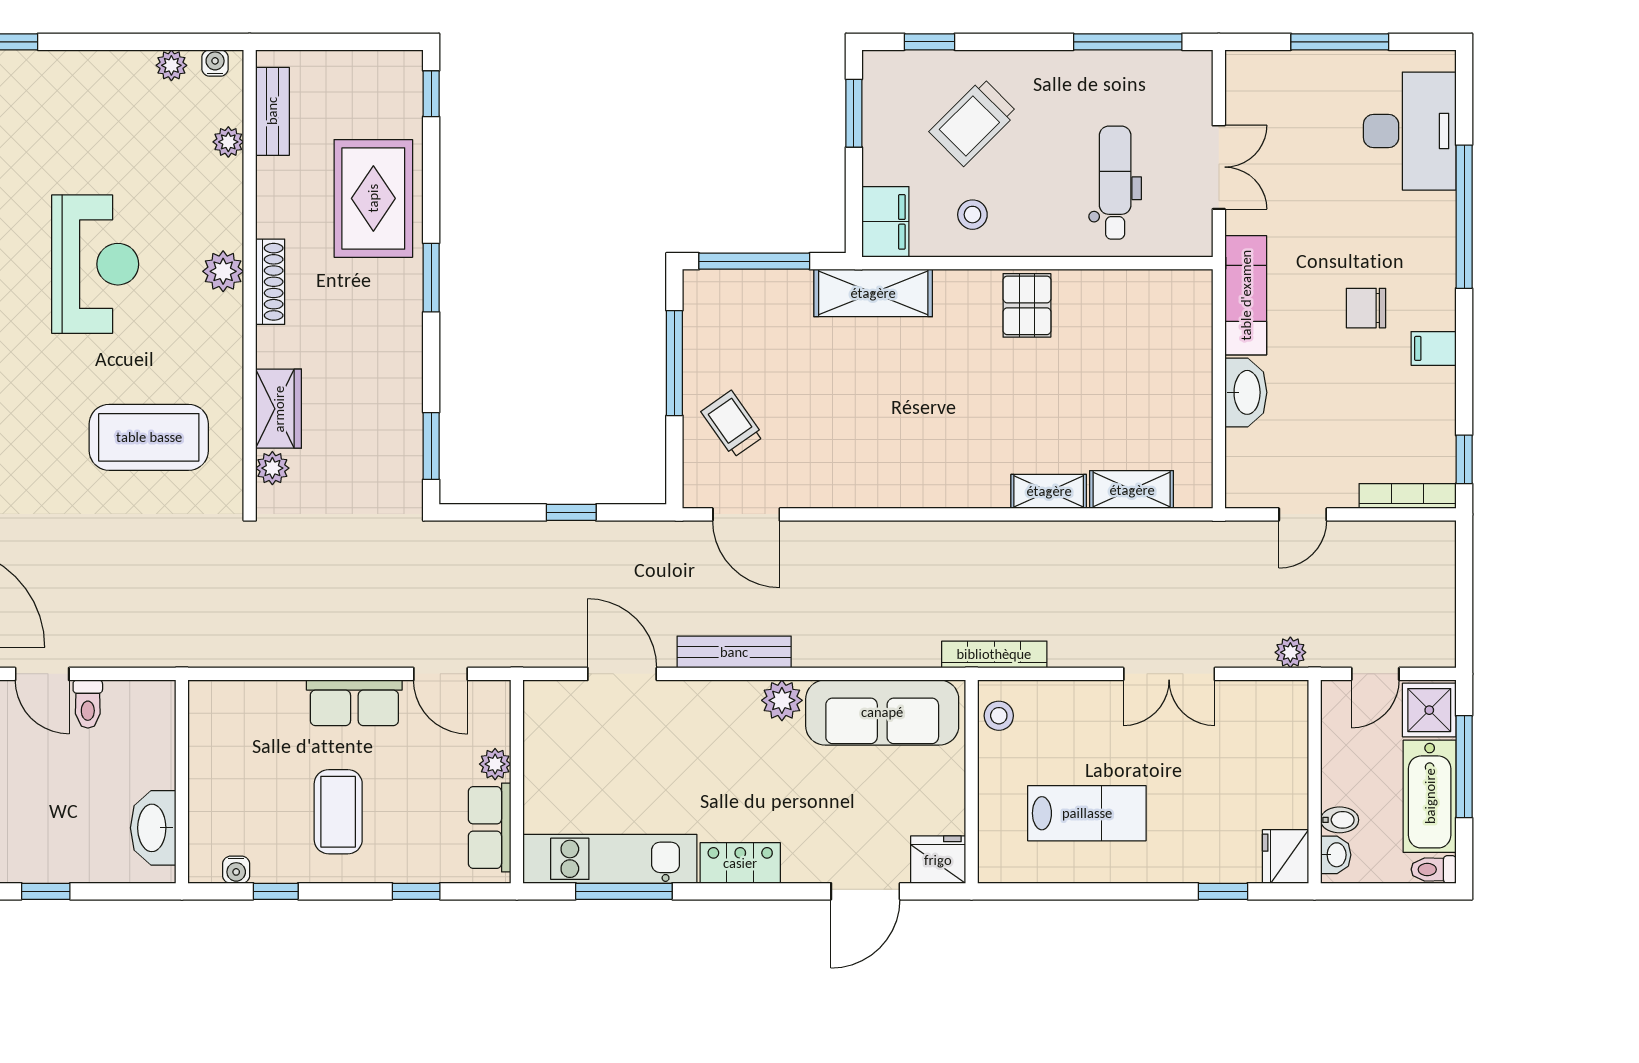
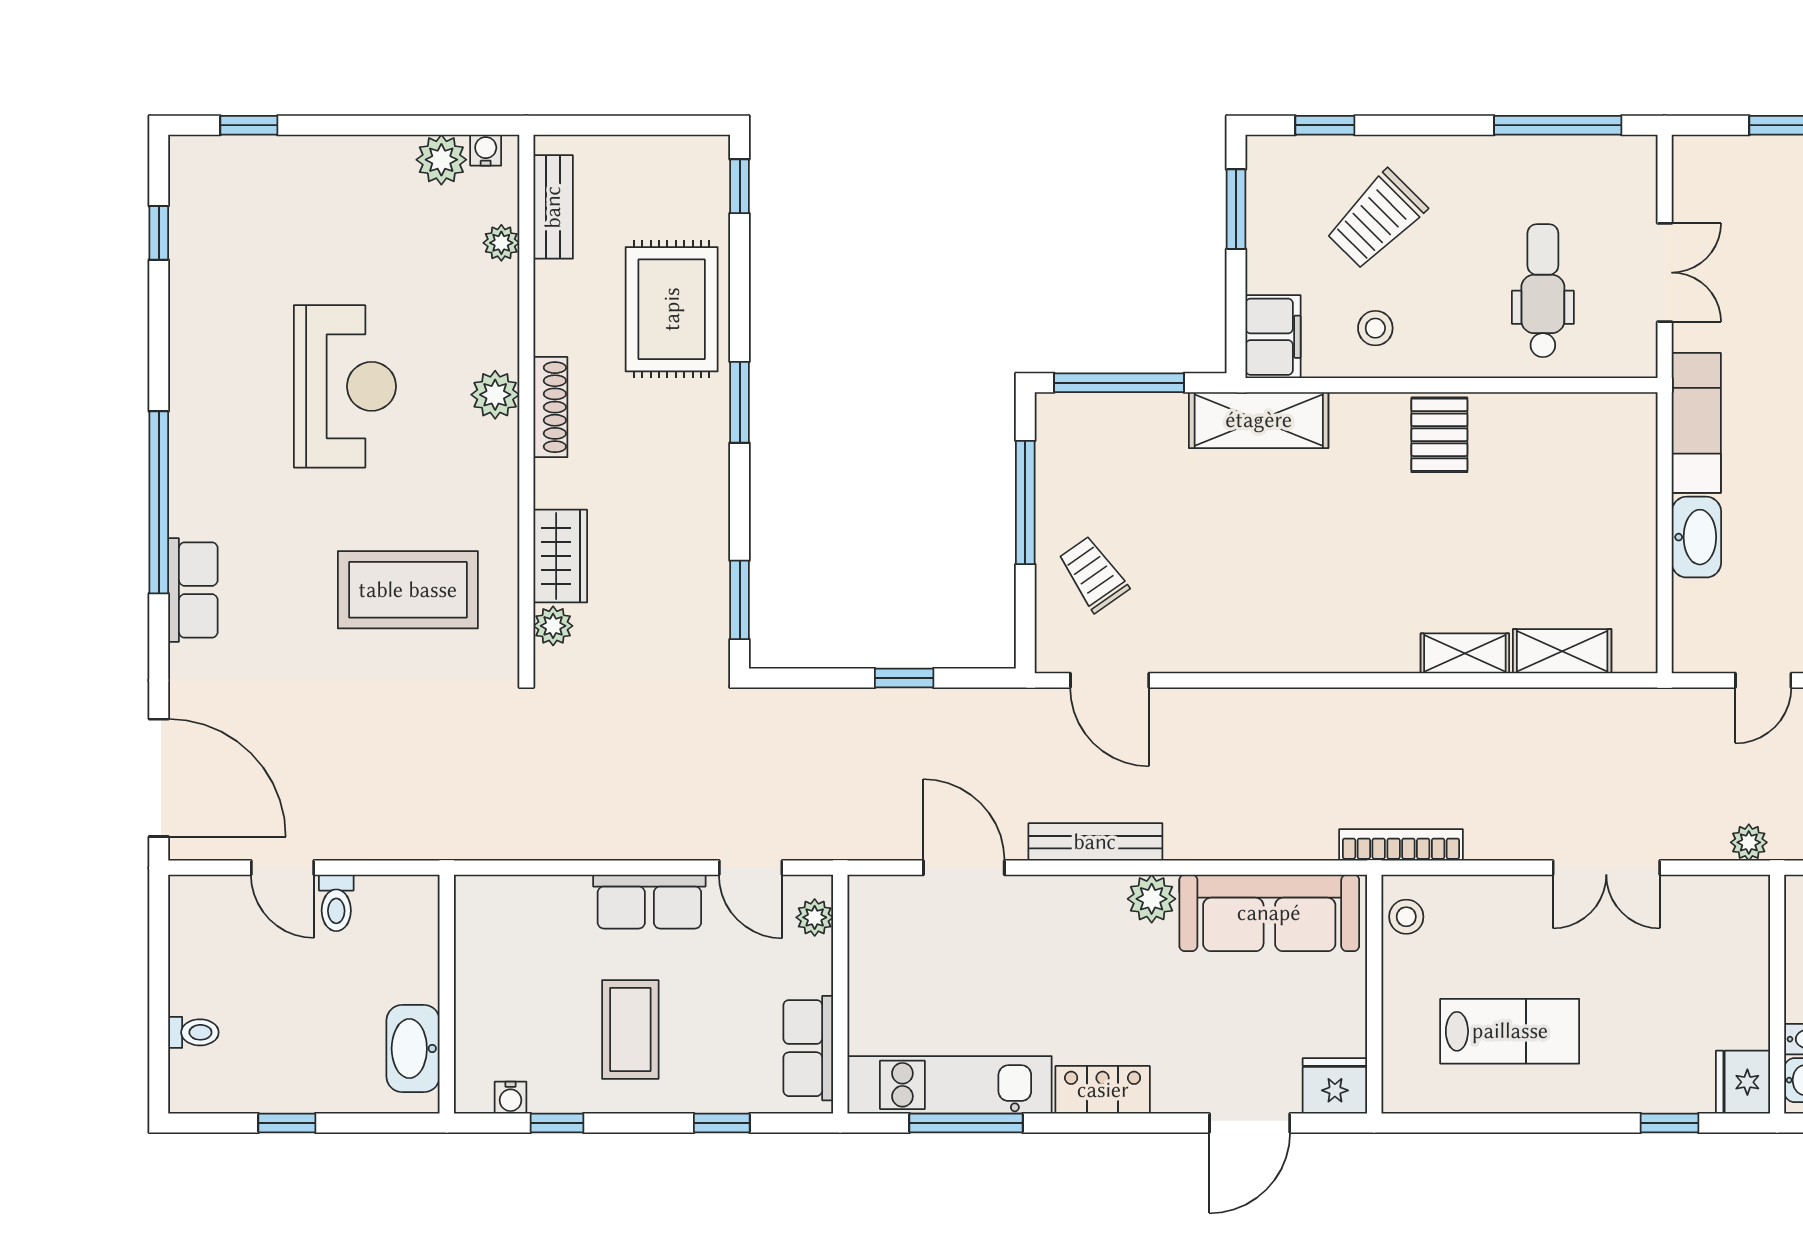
plant: (171, 65) -> (441, 160), width x1.38, depth x1.38
plant: (495, 764) -> (815, 917), moved

